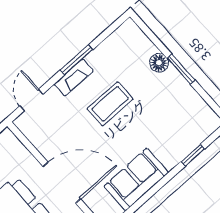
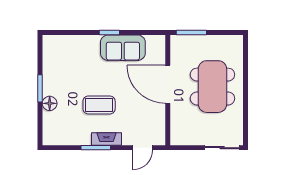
window: (193, 155) -> (109, 32), moved

